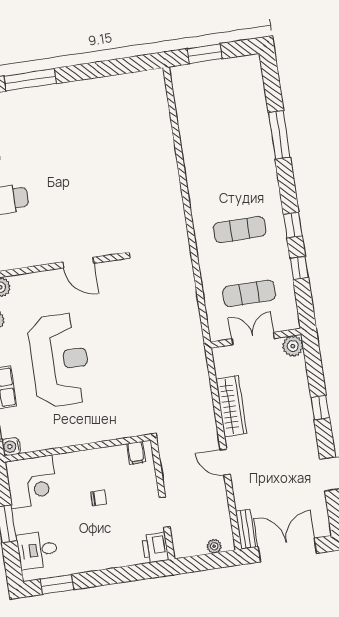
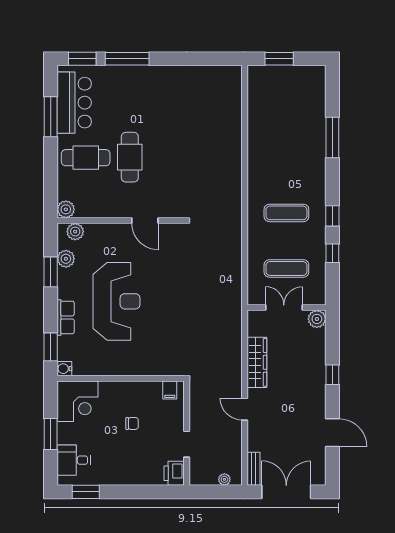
cafe table: (50, 192) -> (130, 157), added

